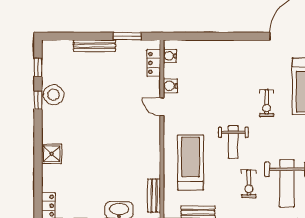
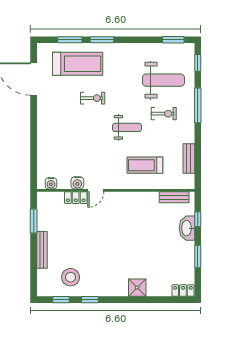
locker: (154, 63) -> (76, 198), moved
stool: (53, 95) -> (71, 277), moved
treadmill: (190, 162) -> (145, 165), width x0.73, depth x0.73

